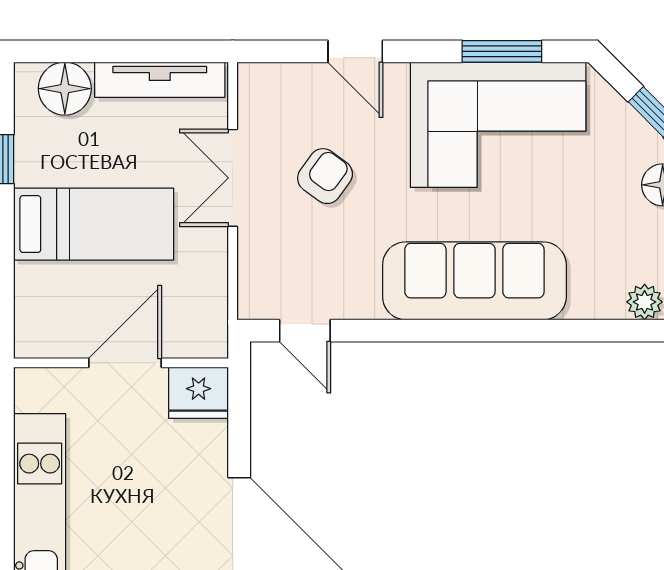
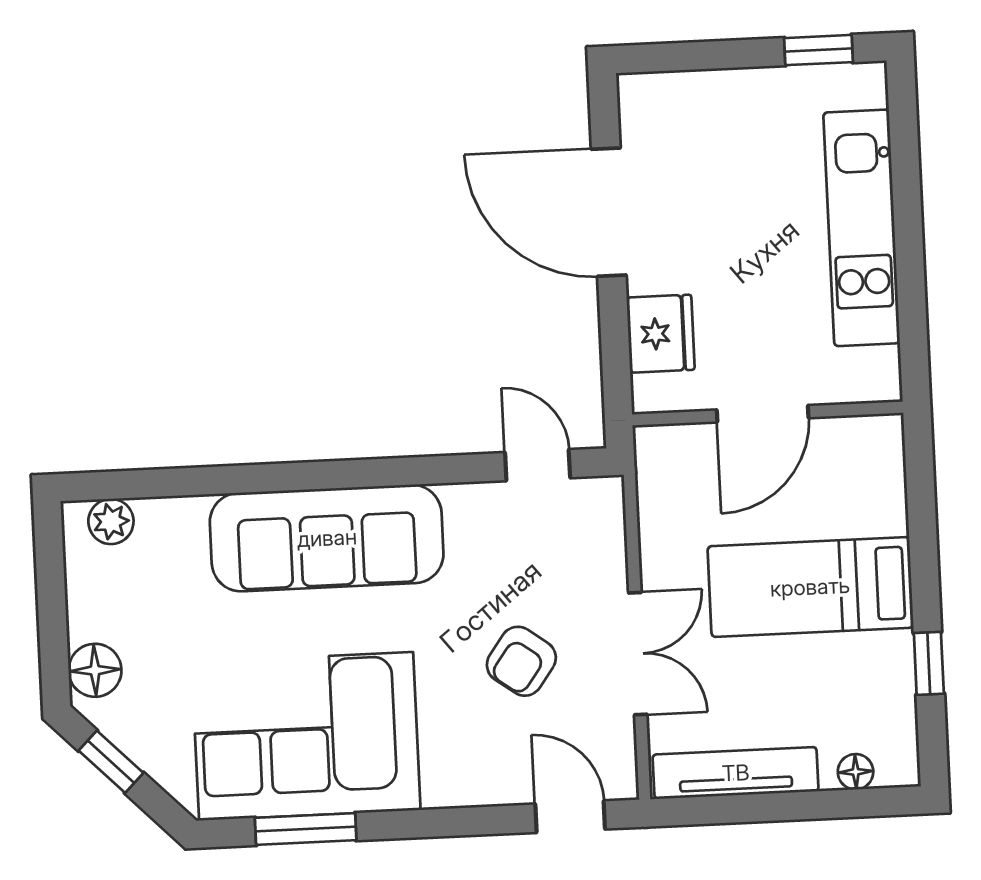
door: (355, 51) -> (570, 817), moved
floor lamp: (65, 89) -> (856, 772), width x0.53, depth x0.53
fridge: (199, 393) -> (661, 334), moved, turned 90

